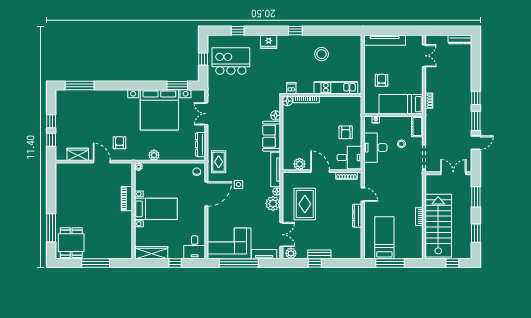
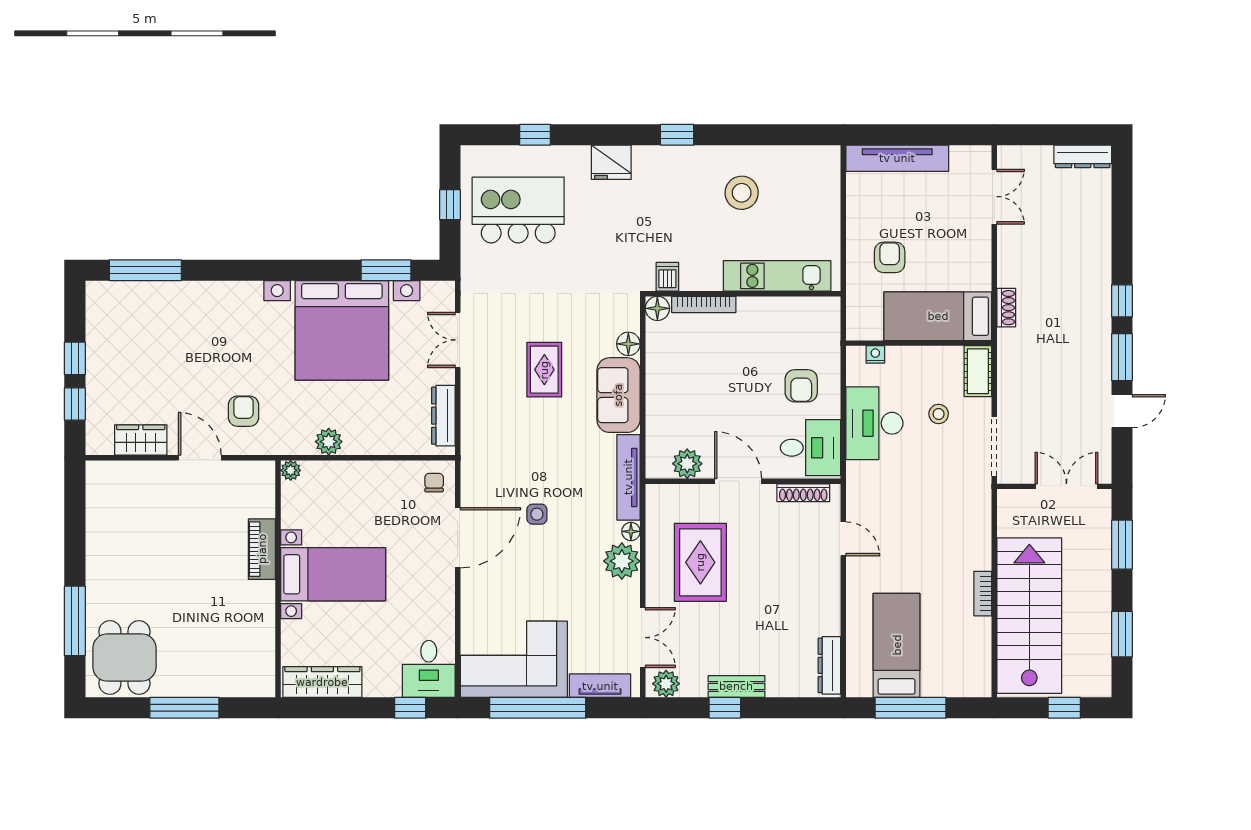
rug: (219, 162) -> (544, 370), moved
dresser: (357, 216) -> (829, 665), moved
window: (175, 263) -> (410, 708), moved

